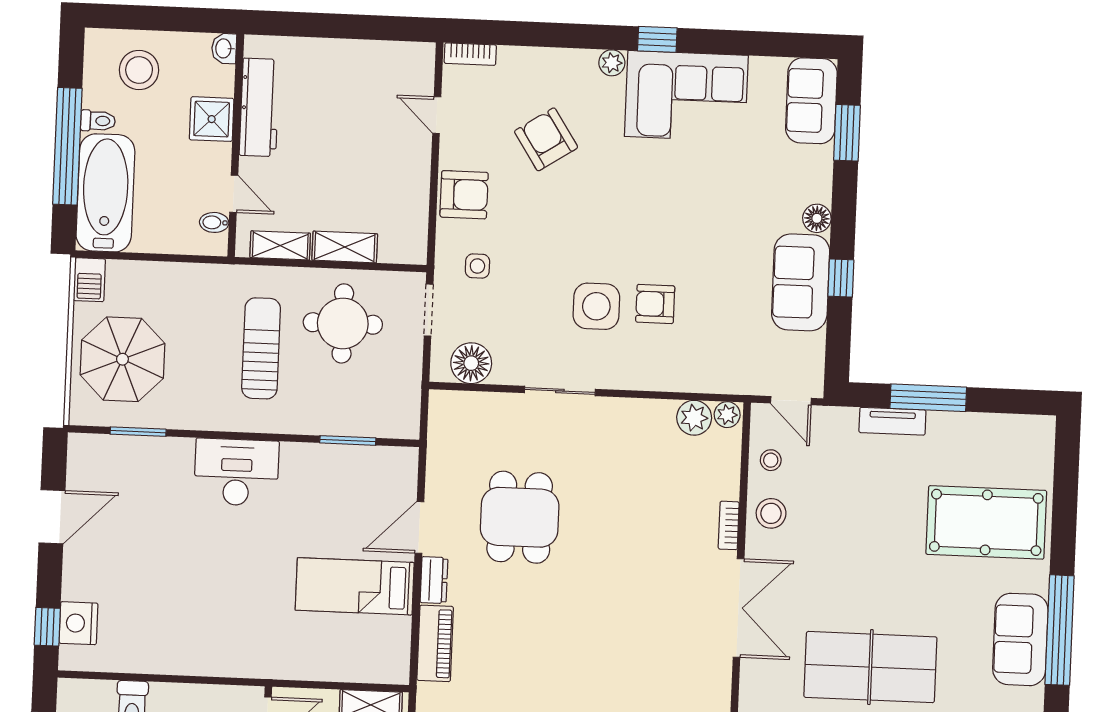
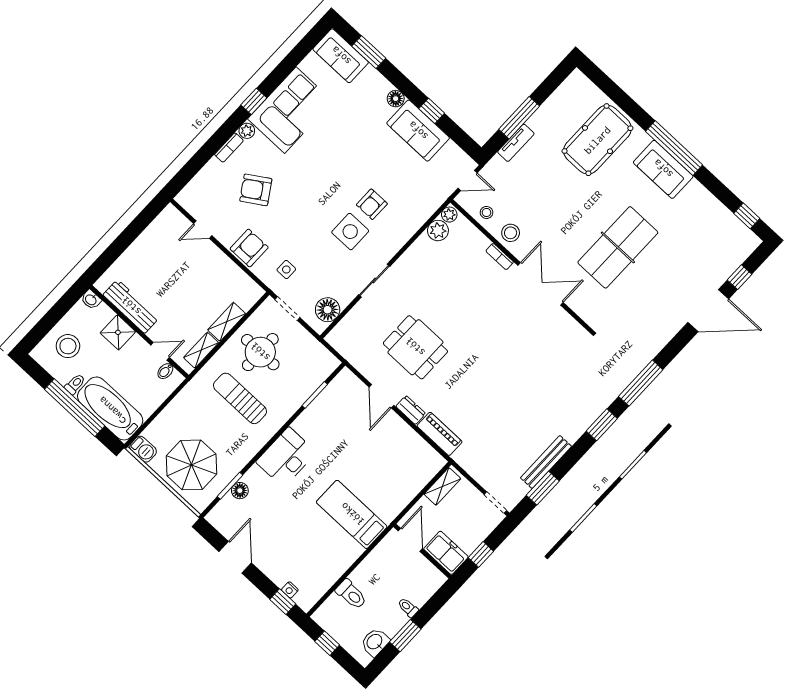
bookcase: (470, 54) -> (229, 148), moved
floor lamp: (143, 450) -> (240, 491), added
bed: (355, 586) -> (352, 514), moved, turned 90
nightstand: (78, 623) -> (290, 590), width x0.53, depth x0.56

